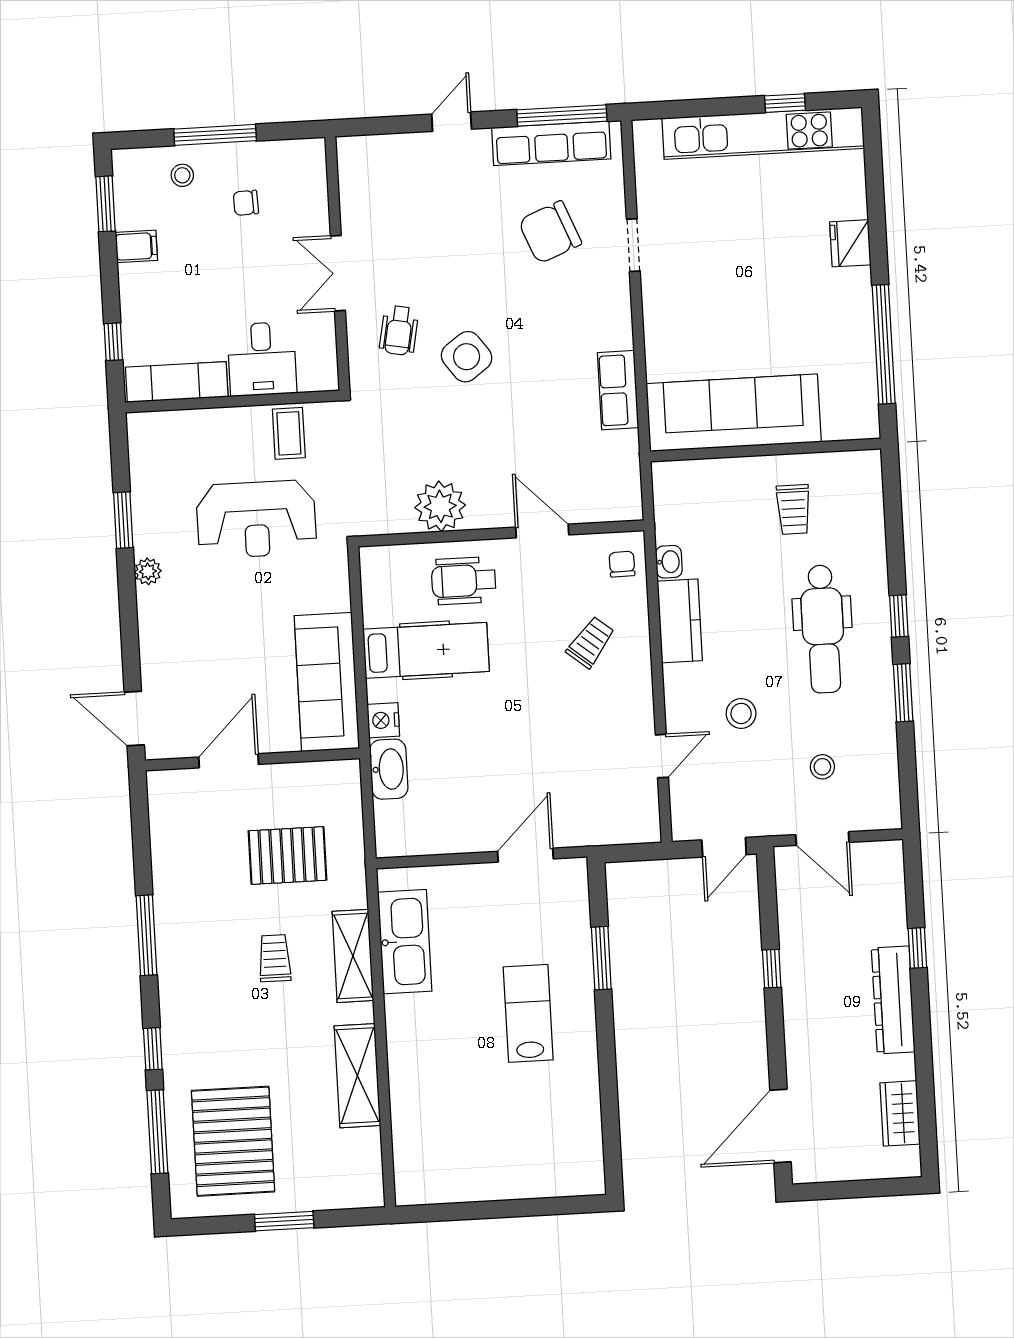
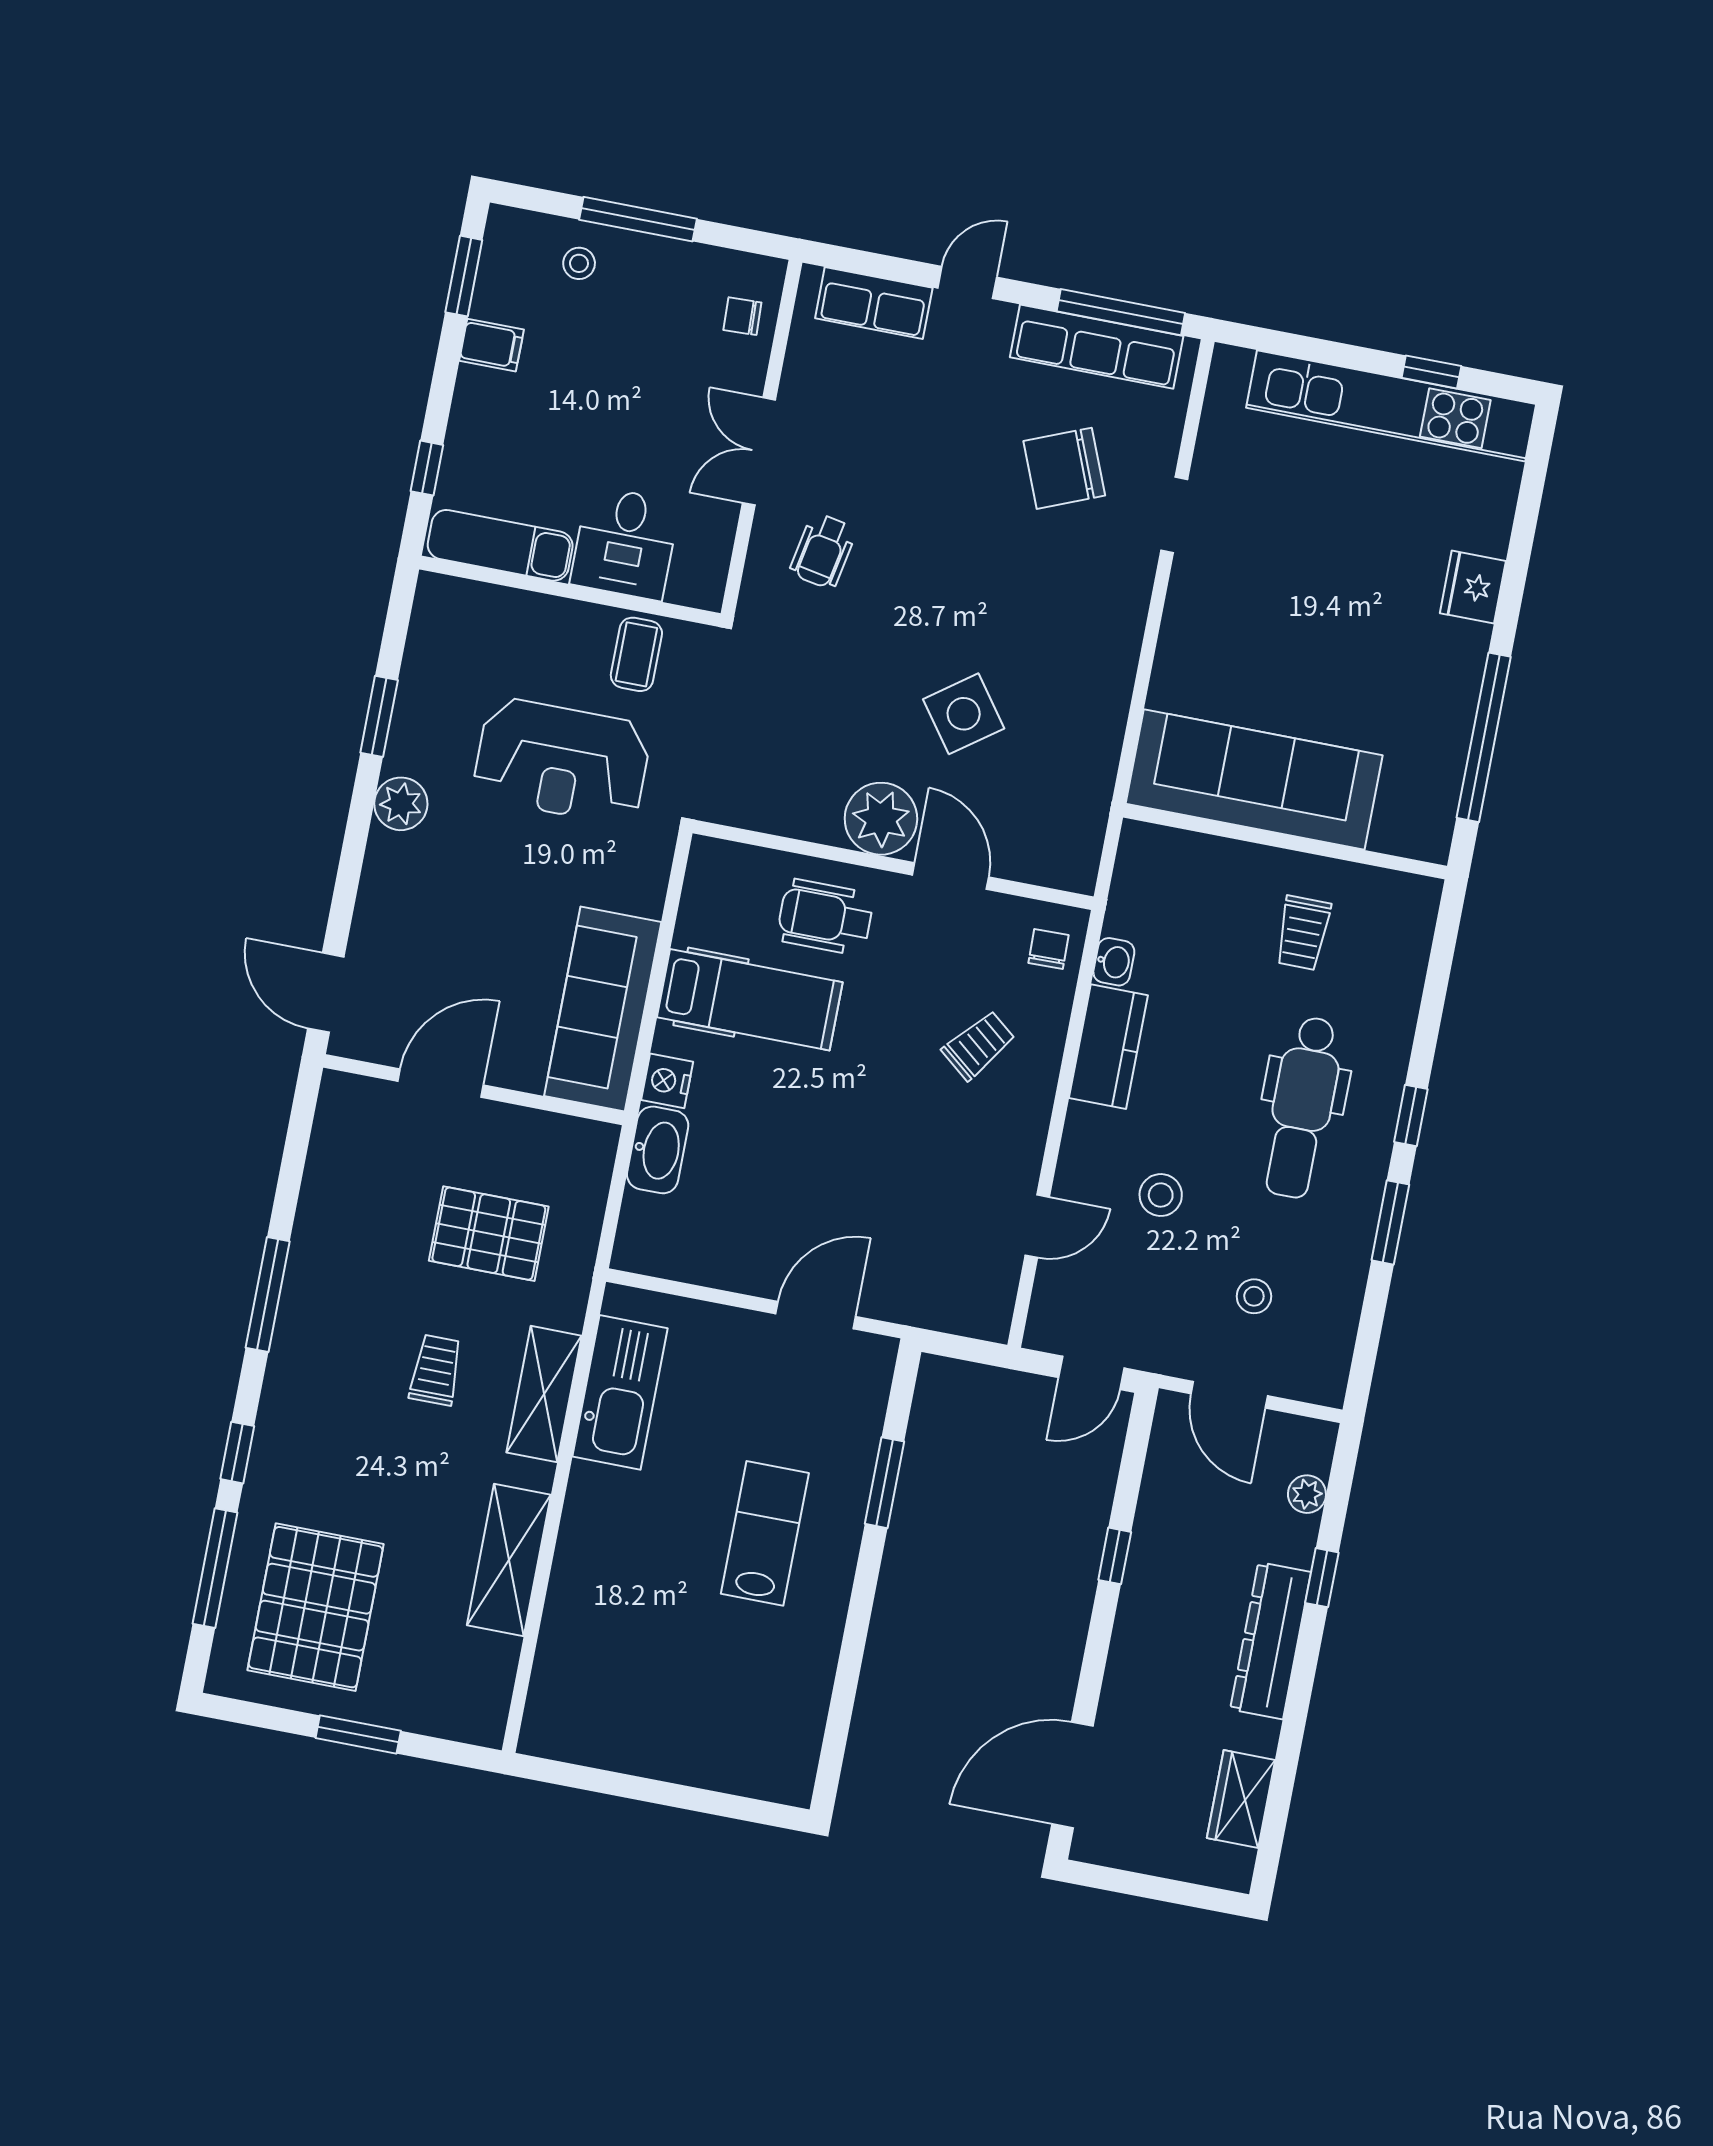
chair: (246, 203) -> (742, 316), moved
side table: (467, 357) -> (964, 714), moved
row of seats: (618, 390) -> (874, 303), moved, turned -90
plant: (440, 506) -> (881, 819), moved
plant: (148, 571) -> (401, 804), width x1.38, depth x1.38
plant: (893, 893) -> (1307, 1494), added

